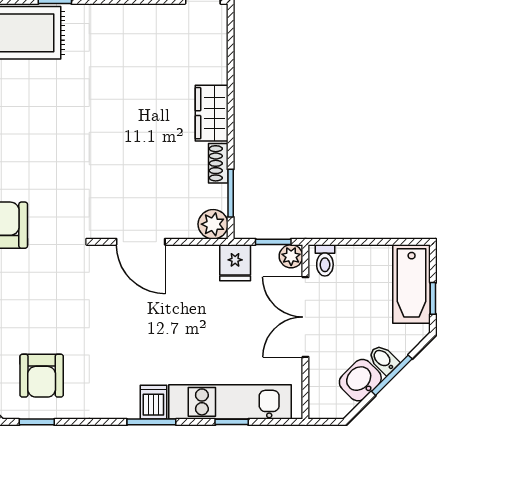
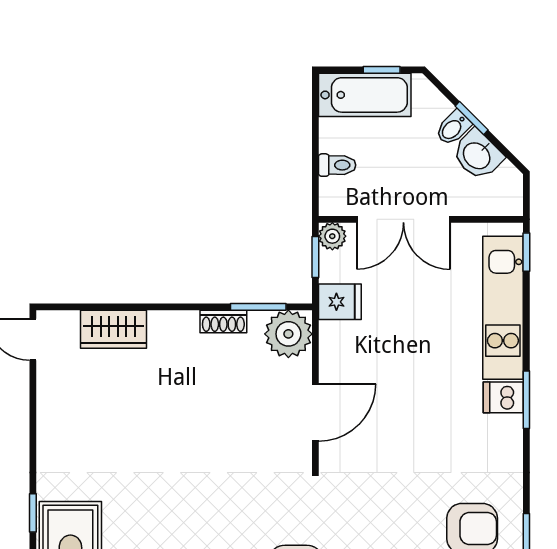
wardrobe: (212, 113) -> (113, 329), moved
plant: (213, 224) -> (288, 334), width x1.36, depth x1.36
toilet: (325, 260) -> (337, 165), moved
window: (392, 375) -> (472, 118), width x0.67
window: (232, 422) -> (526, 252), moved

